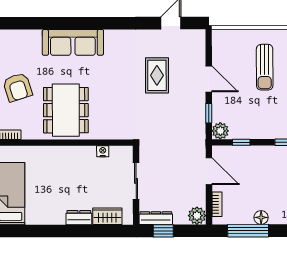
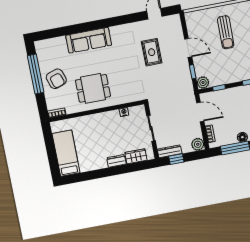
dining table: (66, 110) -> (93, 88), width x0.73

